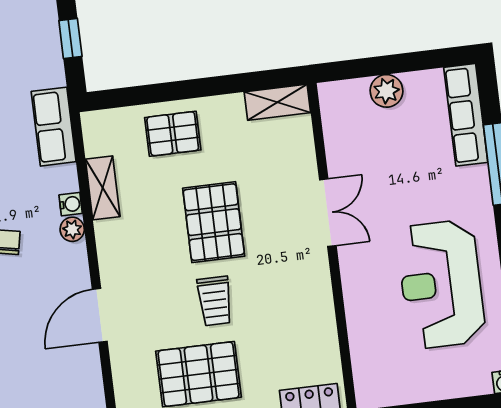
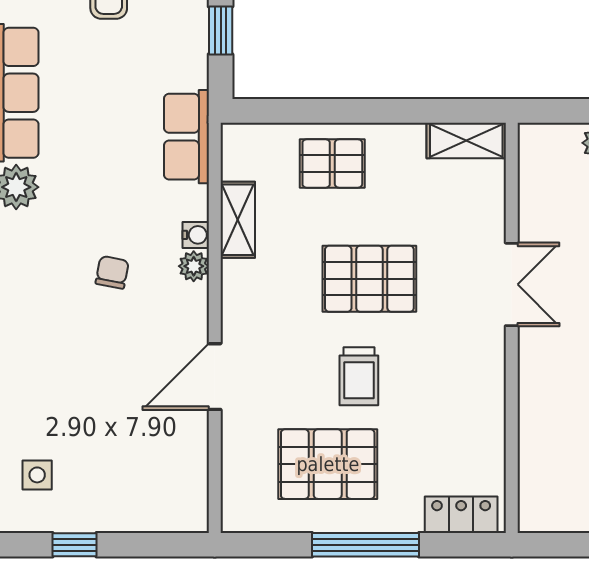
pallet: (214, 222) -> (369, 279), turned 90

